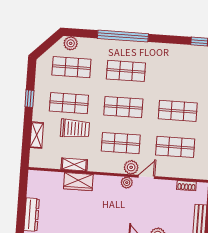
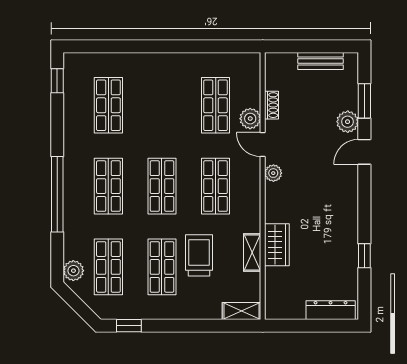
window: (29, 99) -> (129, 326), moved
shop shelf: (178, 111) -> (108, 105), moved
shelving: (37, 135) -> (242, 311), moved
plant: (131, 167) -> (250, 119), moved
shoe rack: (186, 186) -> (272, 105), moved

